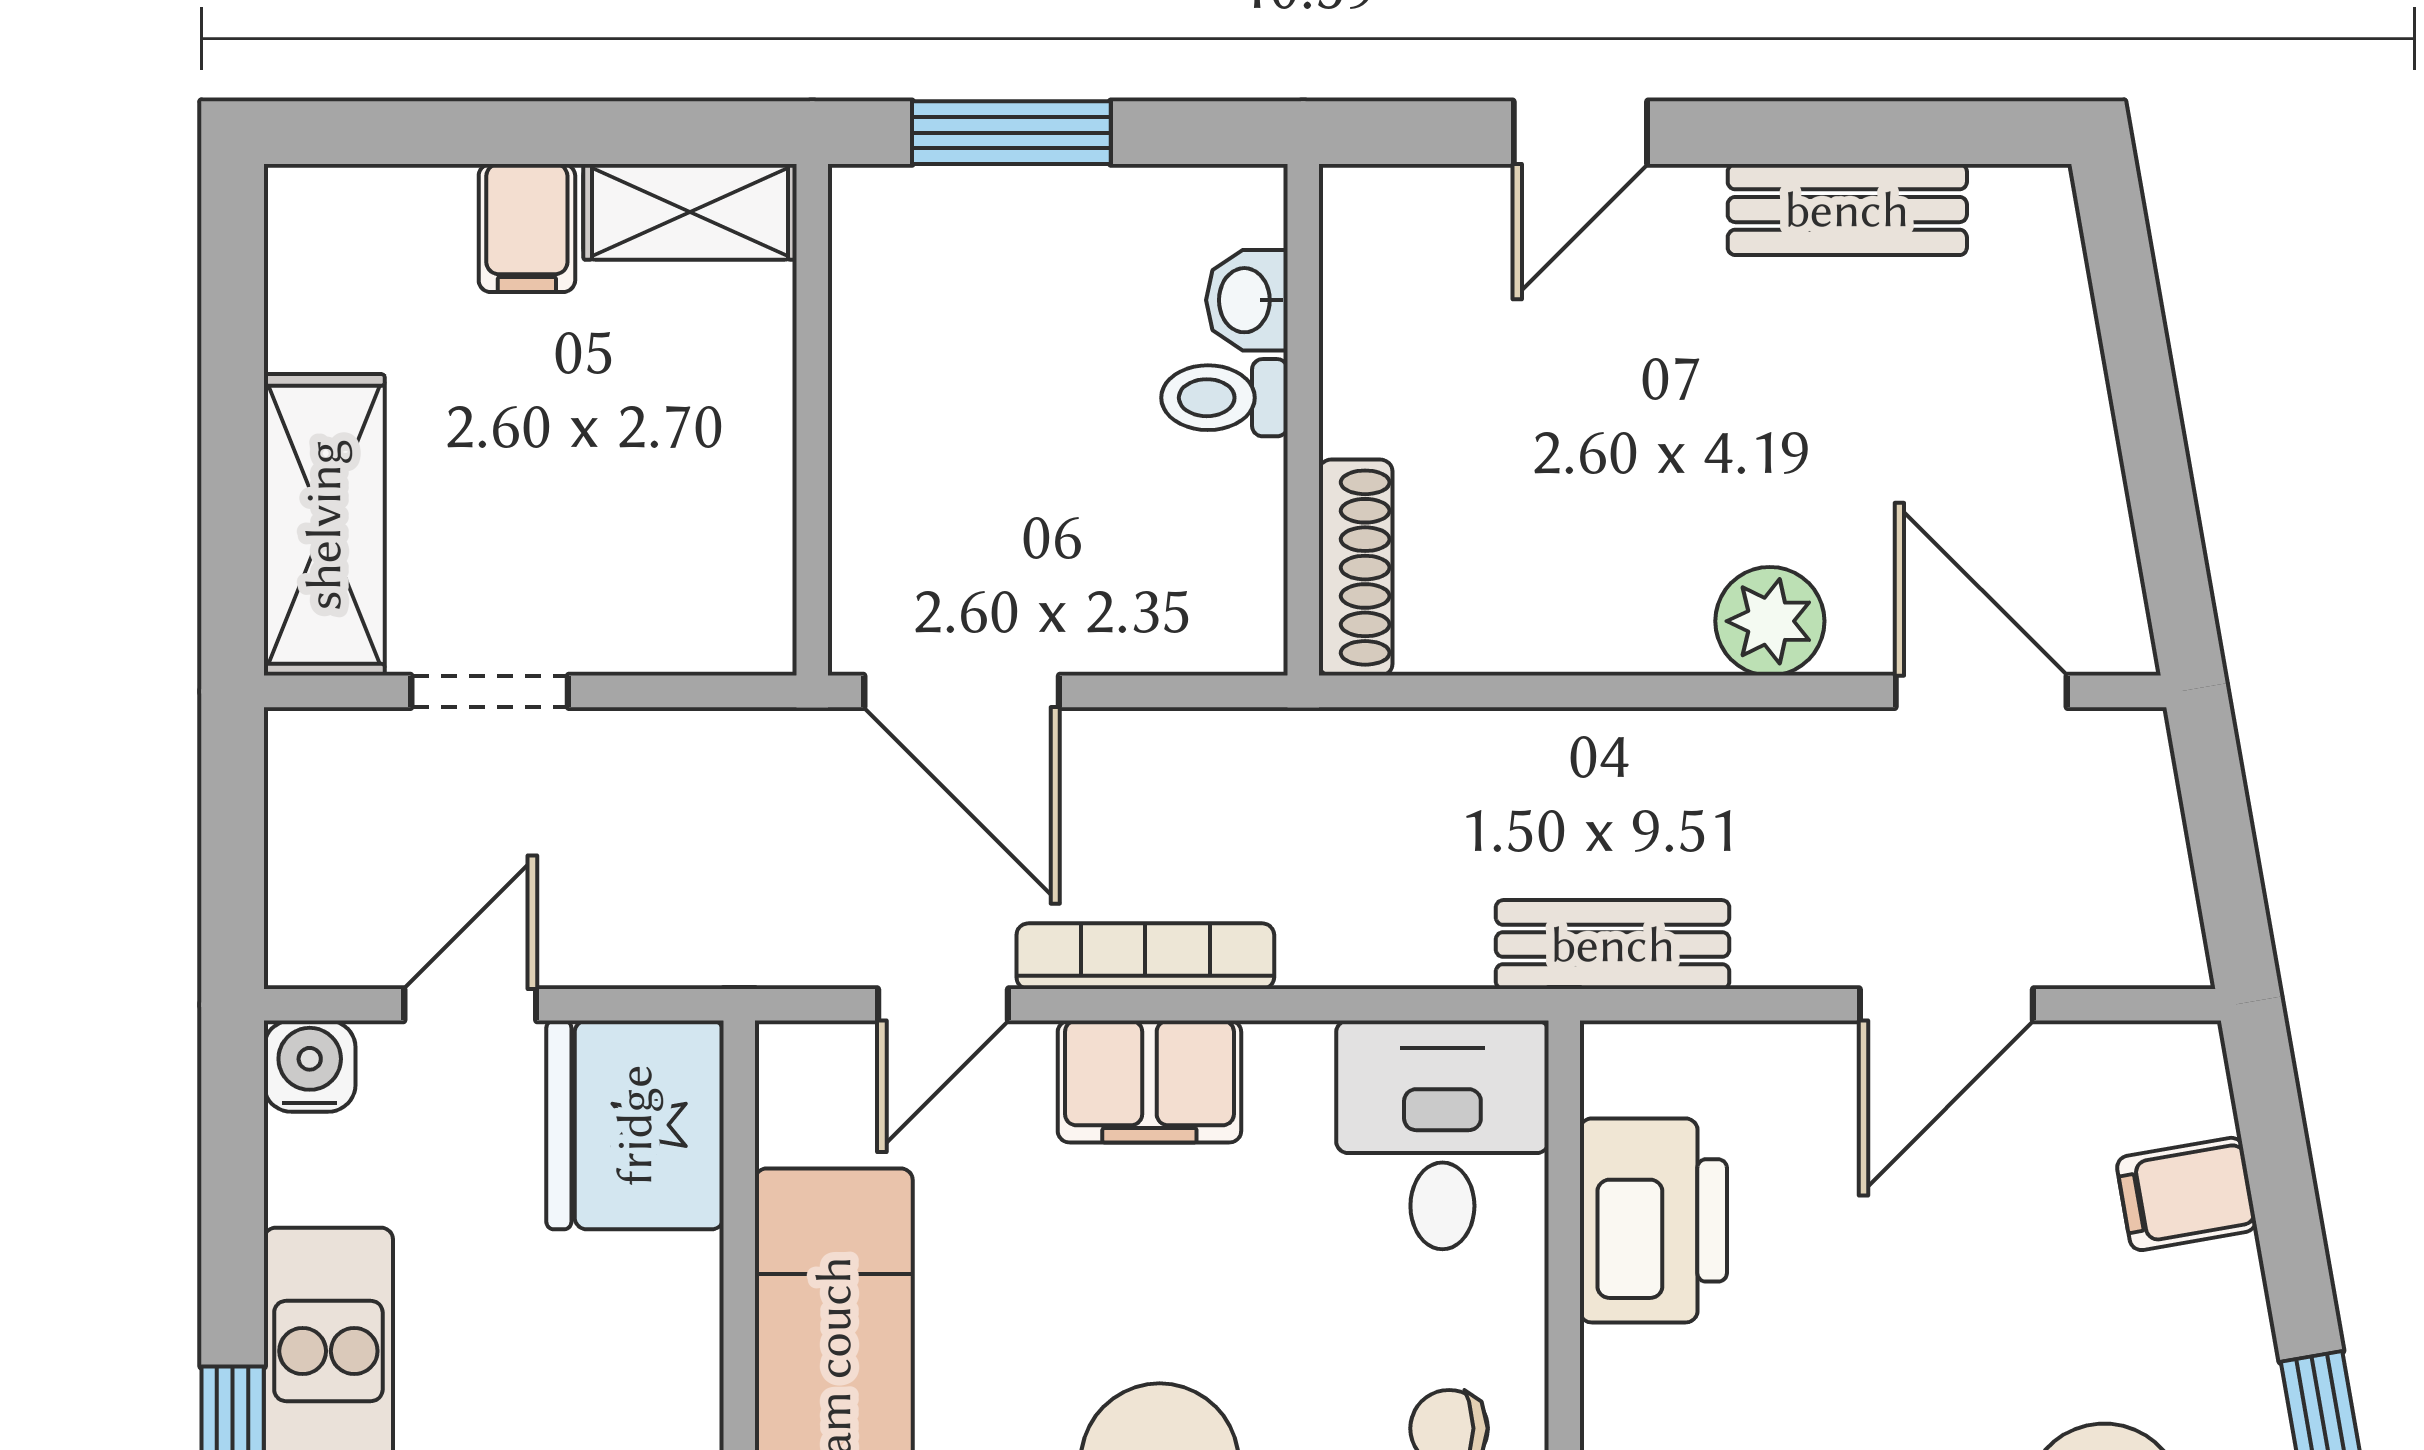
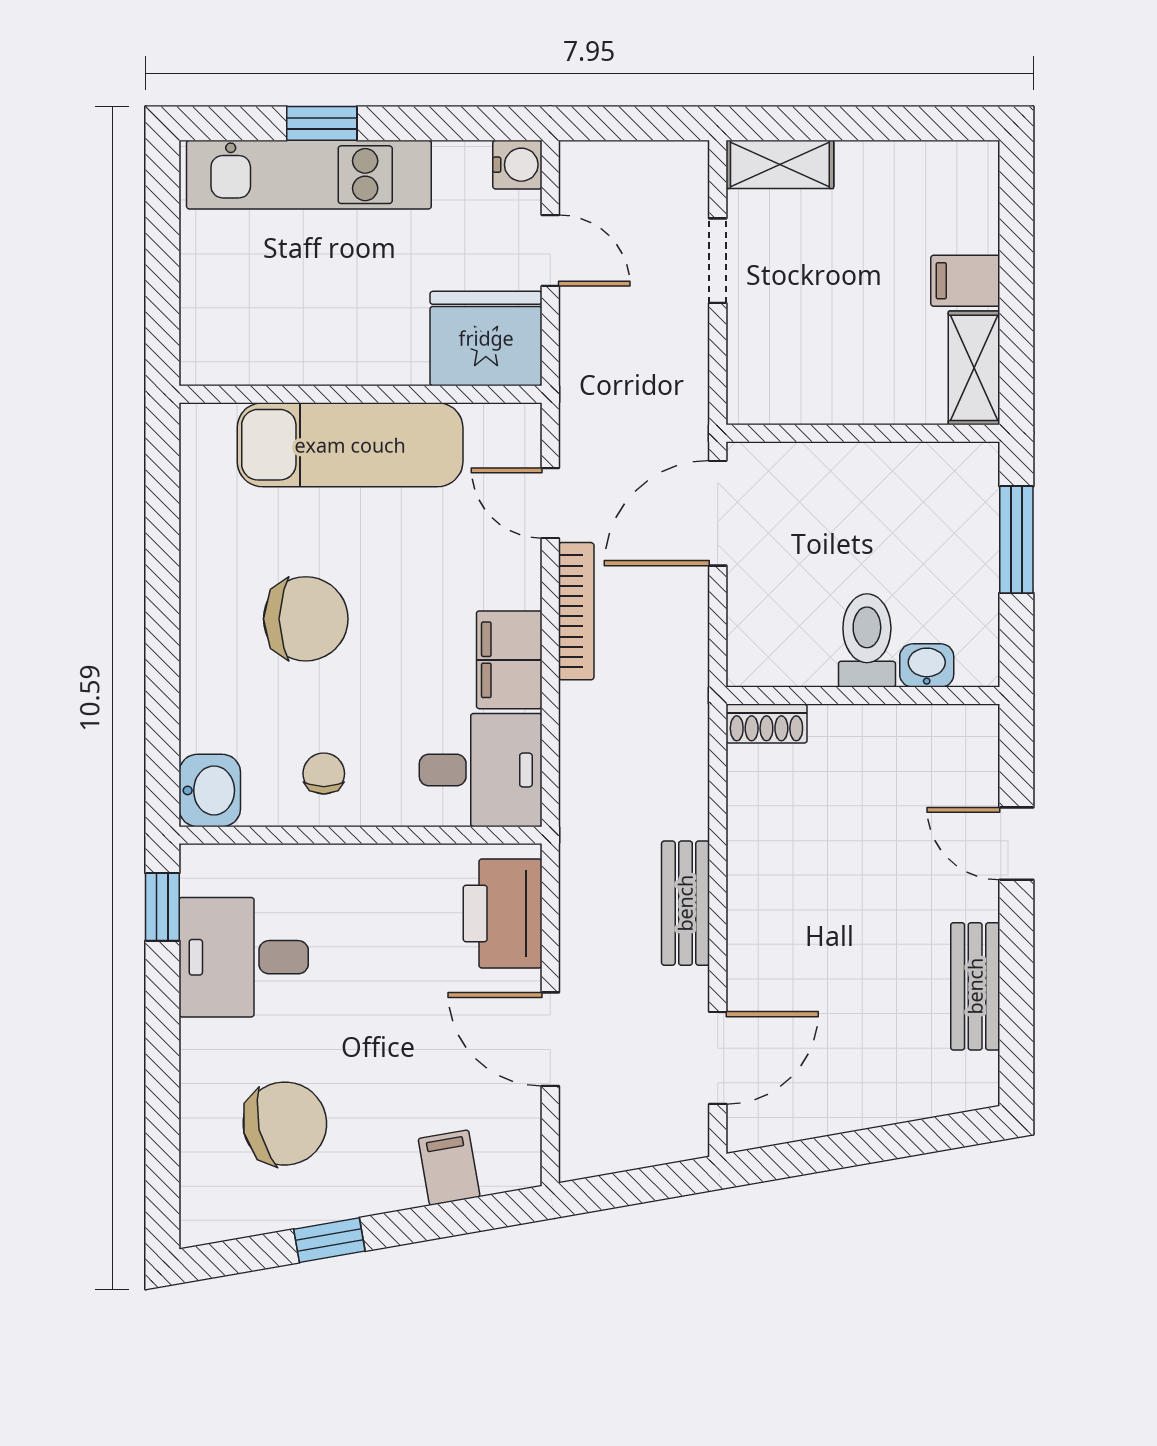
toilet: (1224, 398) -> (867, 640), width x1.37, depth x1.39
shelving: (324, 525) -> (780, 164), width x0.67, depth x0.75
shoe rack: (1356, 568) -> (766, 724), width x0.70
plant: (1770, 621) -> (755, 945), removed
bench: (1613, 945) -> (685, 903), moved
filing cabinet: (1149, 1081) -> (509, 660), moved
printer: (1653, 1220) -> (503, 914), moved, turned 90

